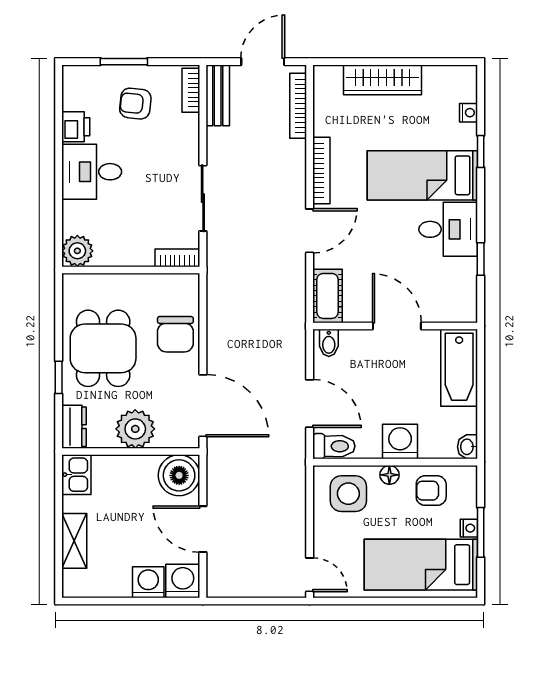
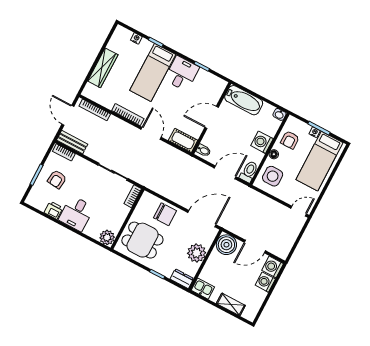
dining table: (103, 348) -> (142, 240), moved

